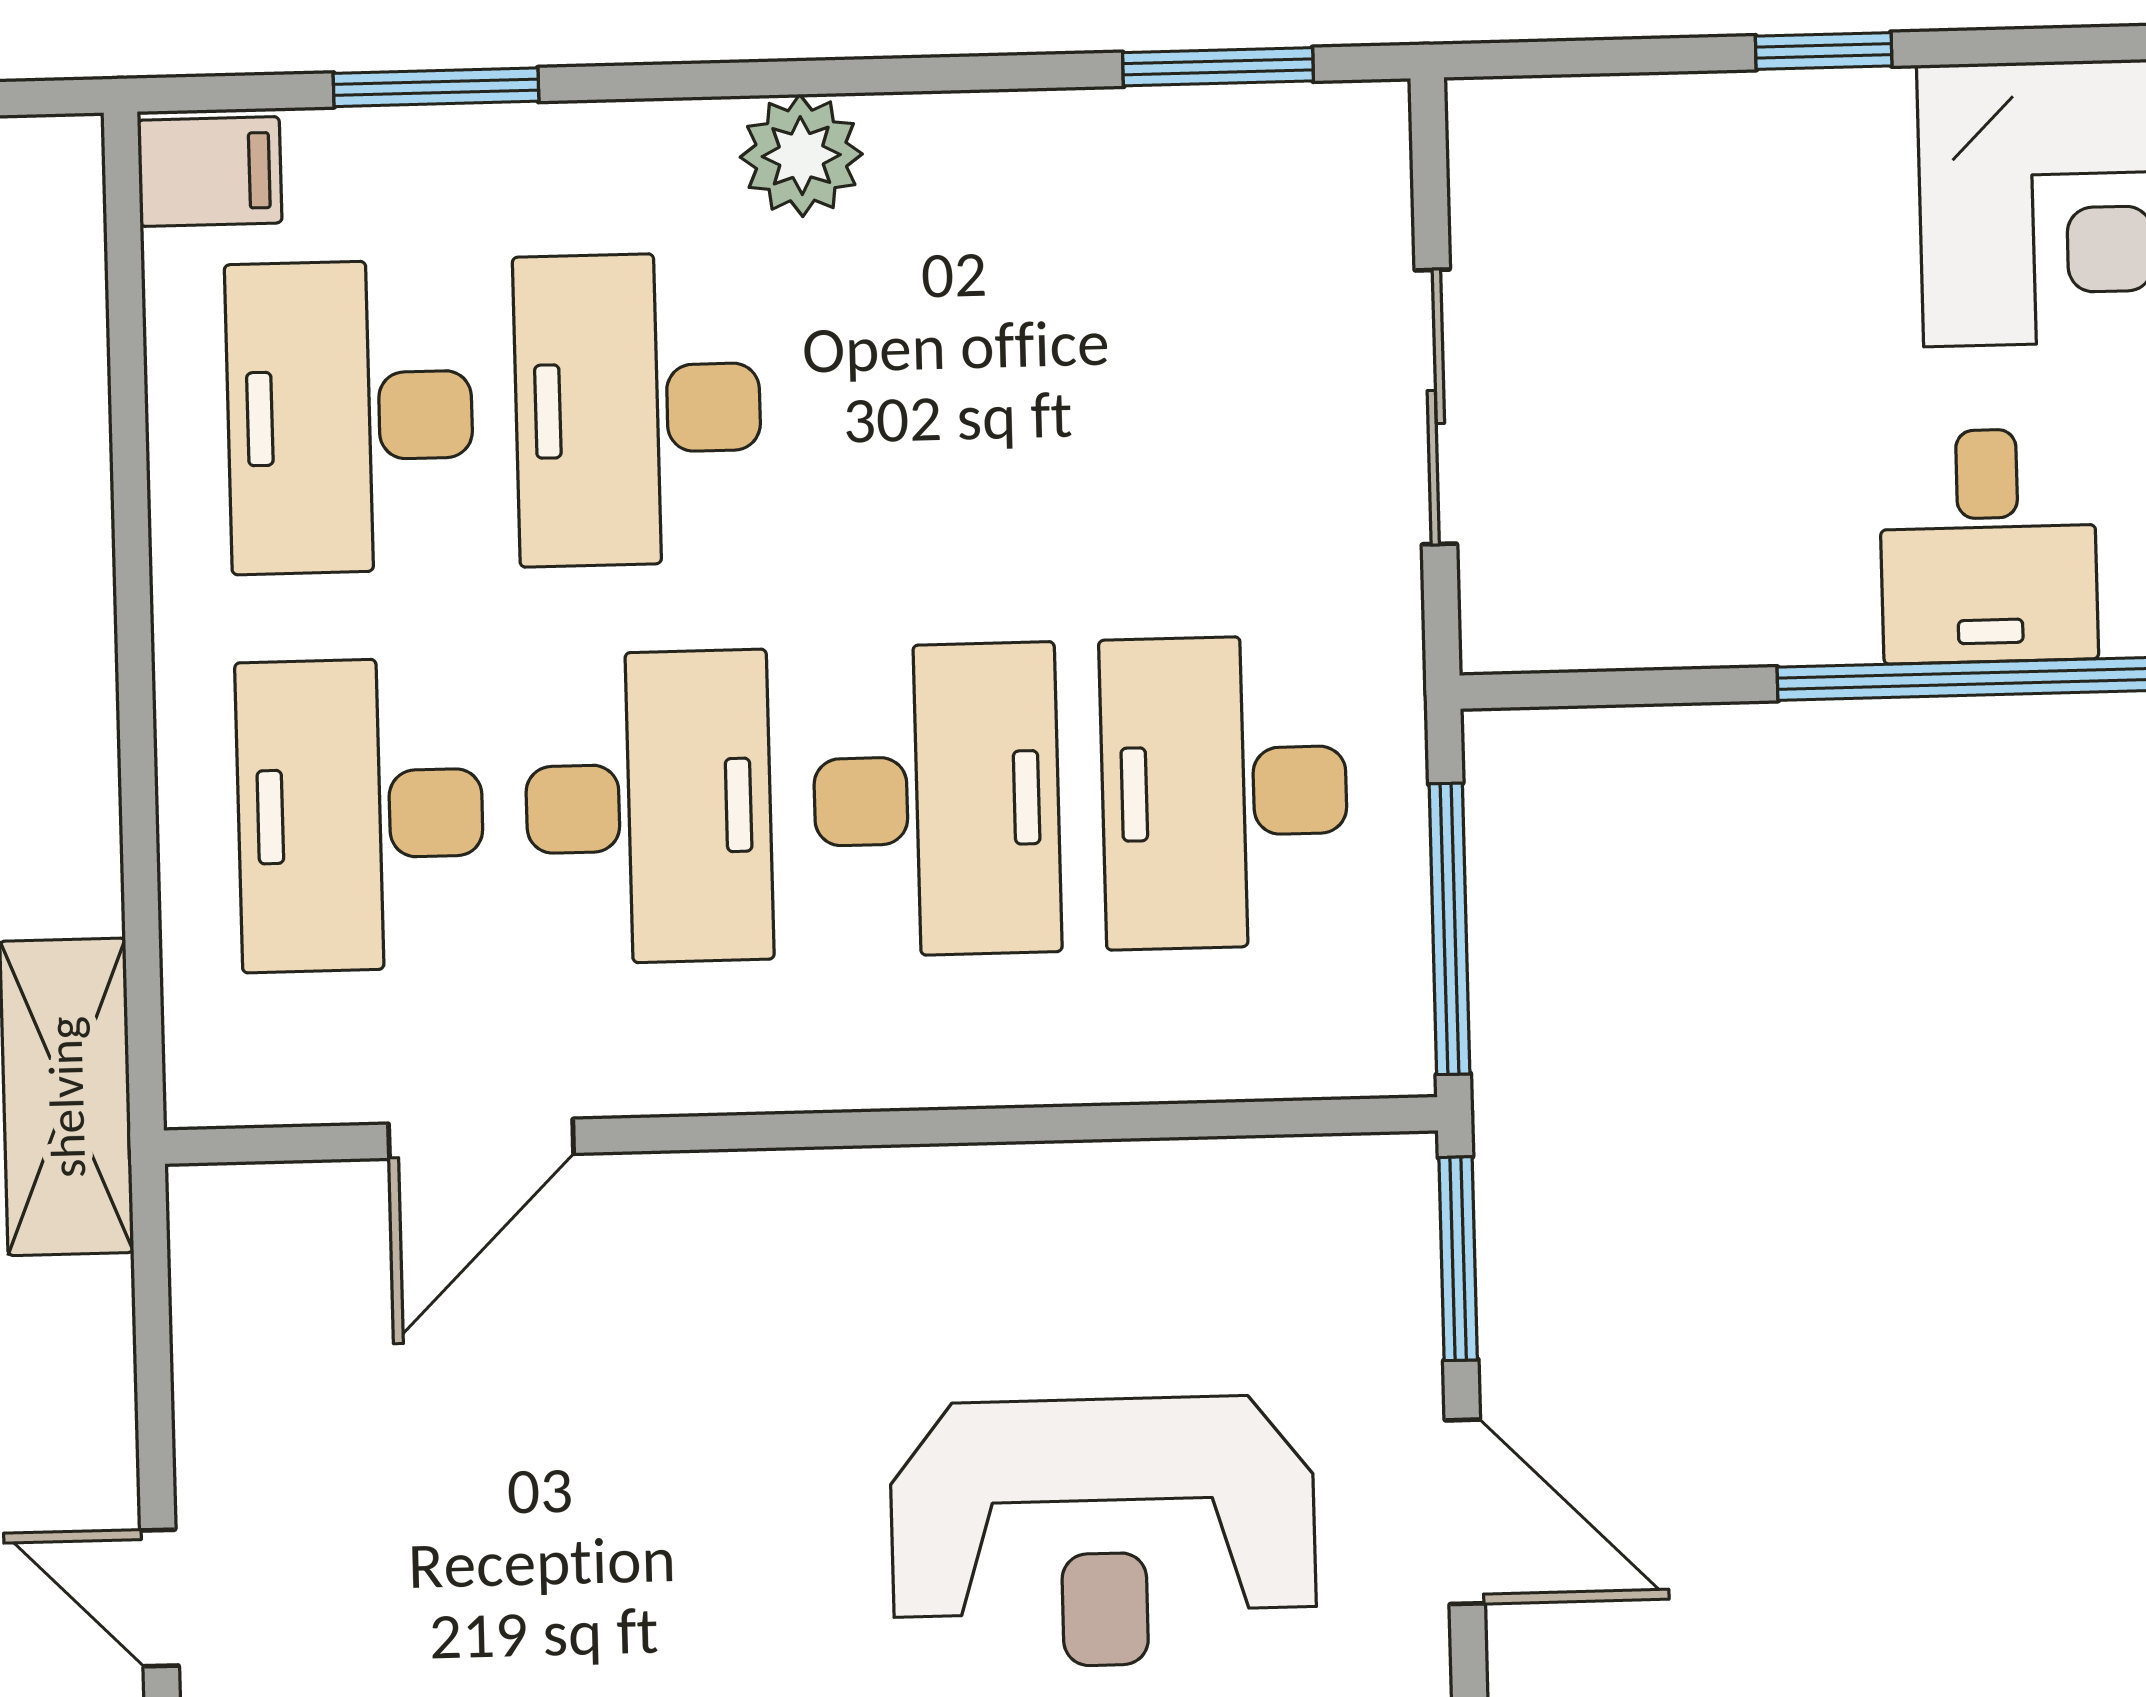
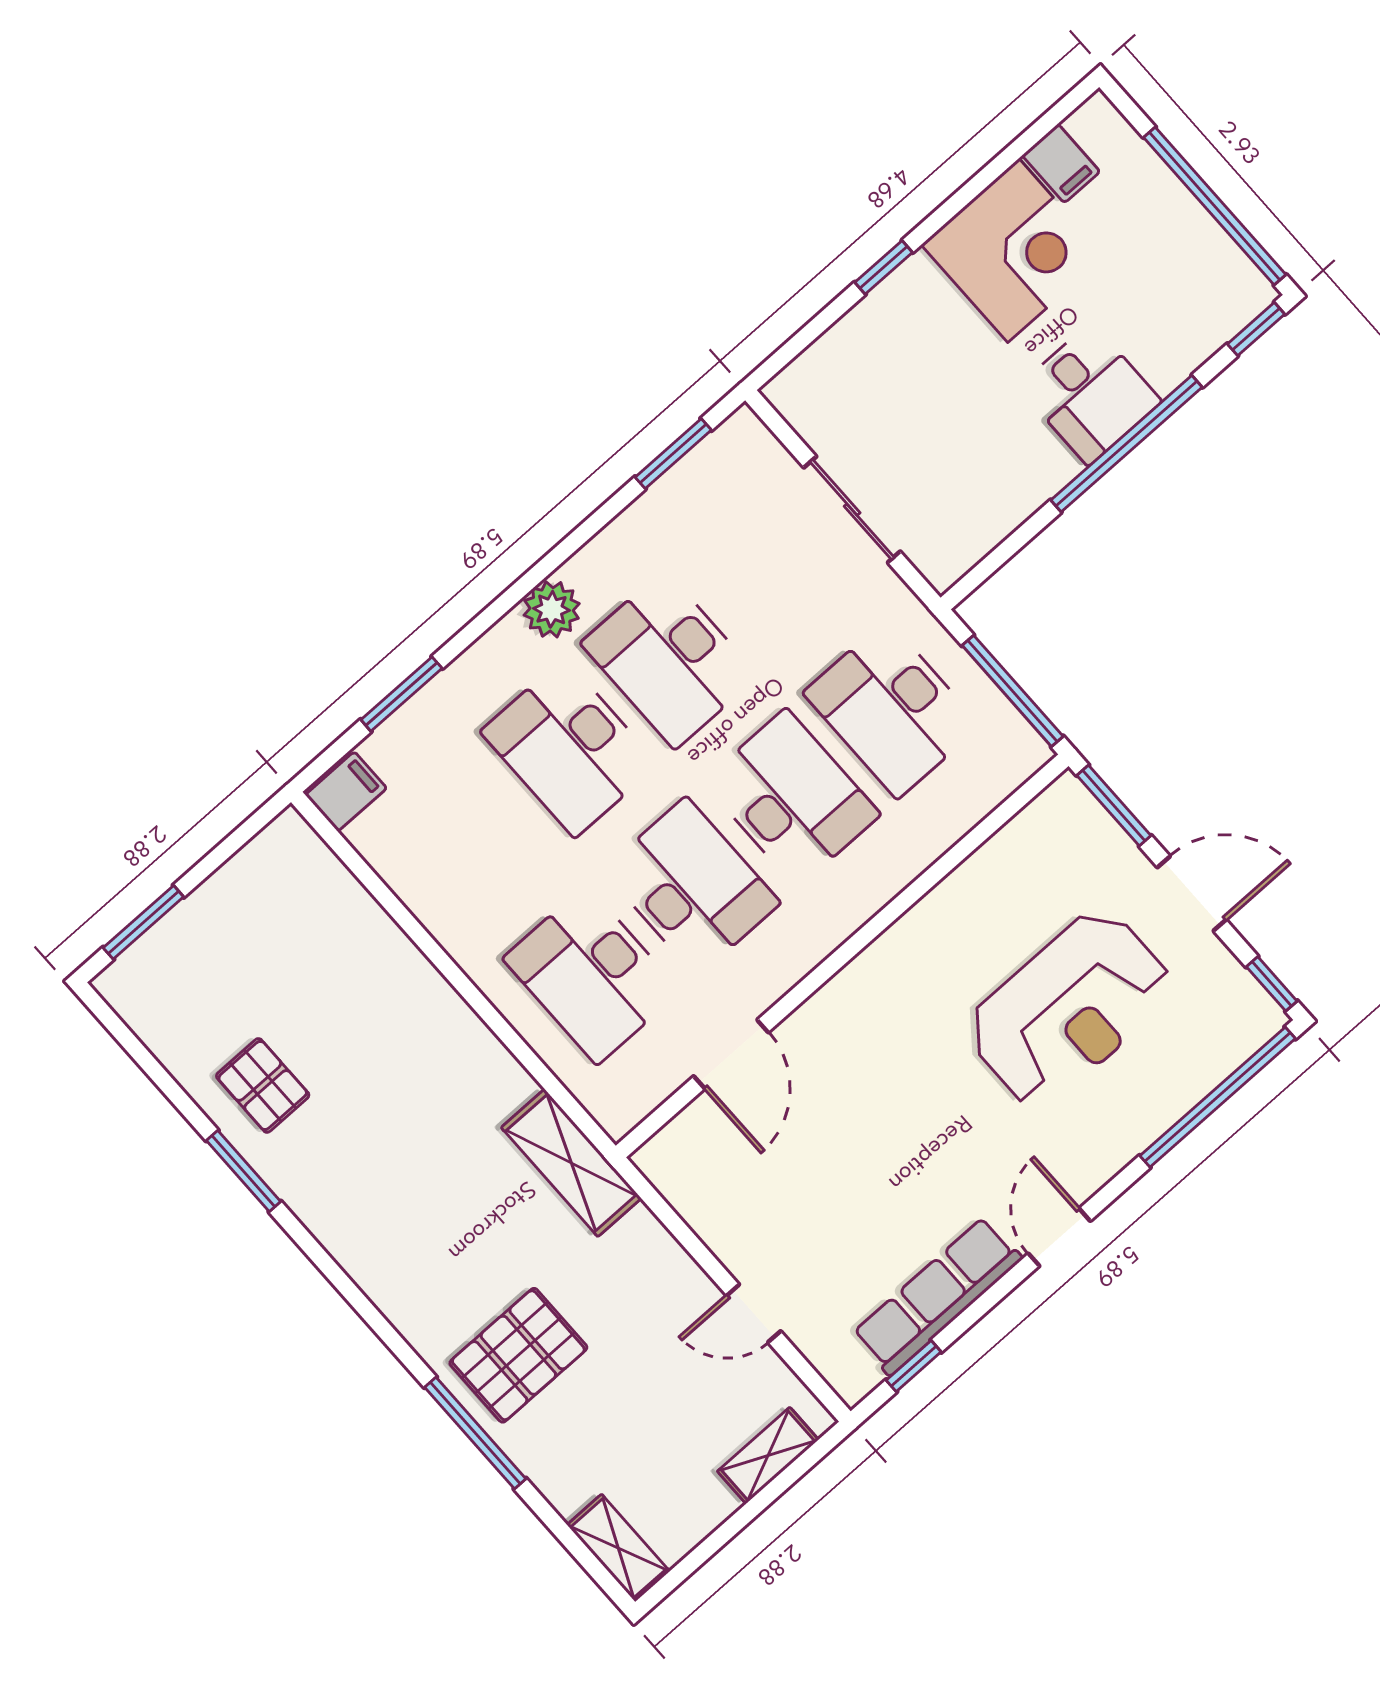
desk: (350, 417) -> (669, 660), moved

